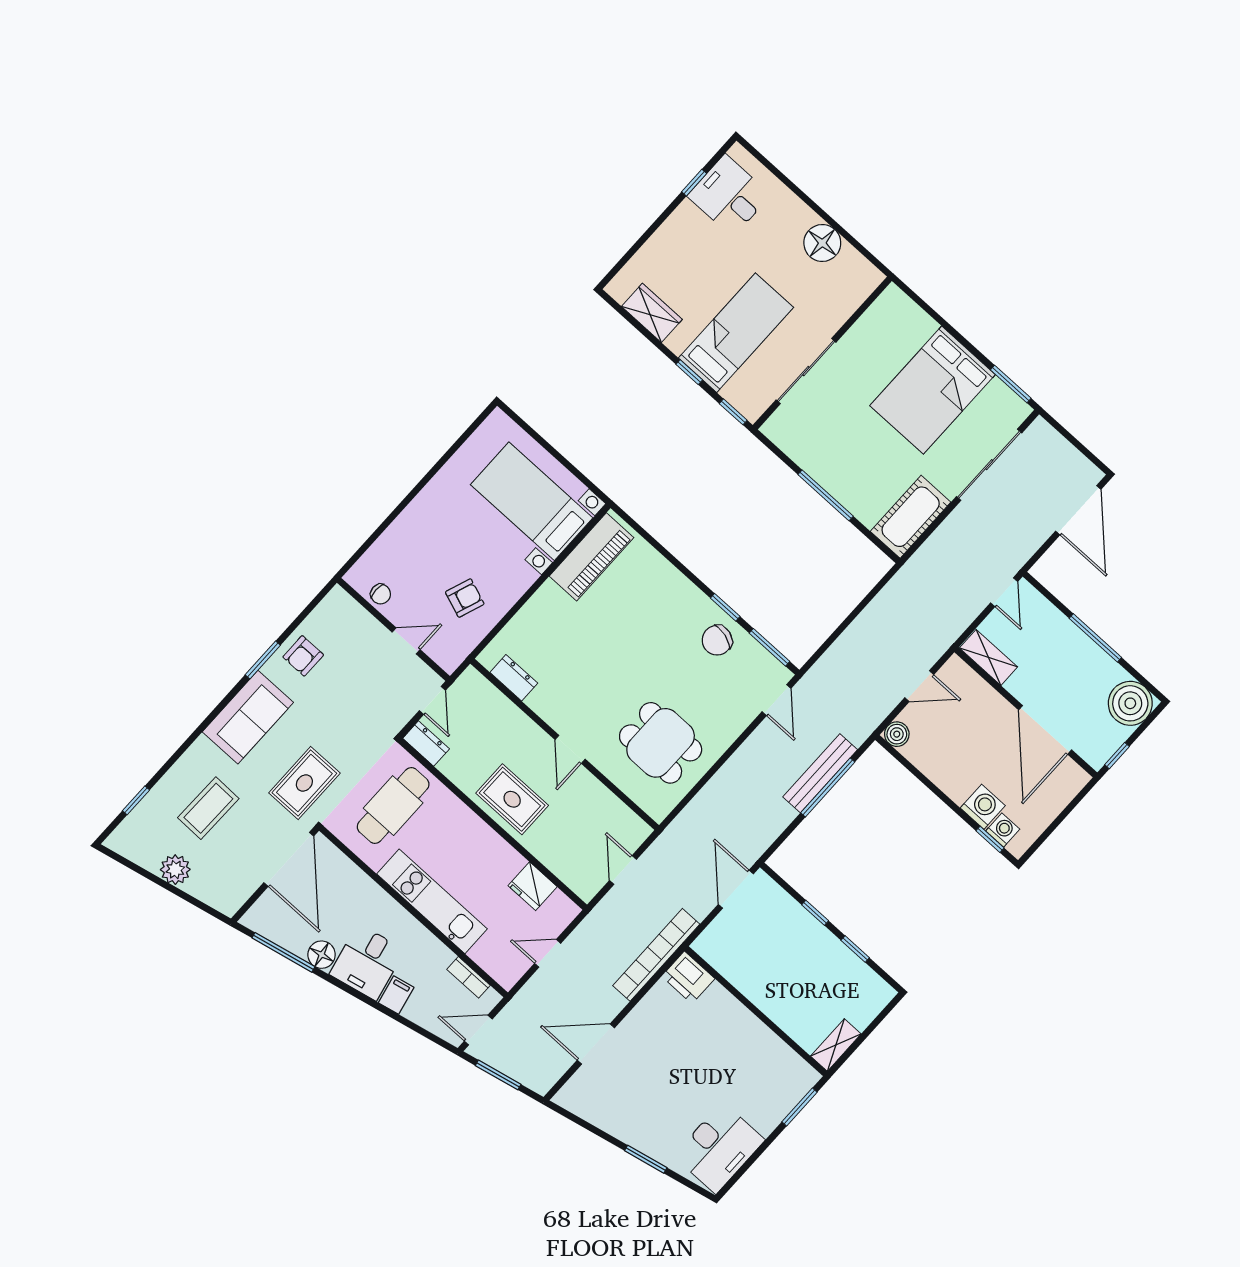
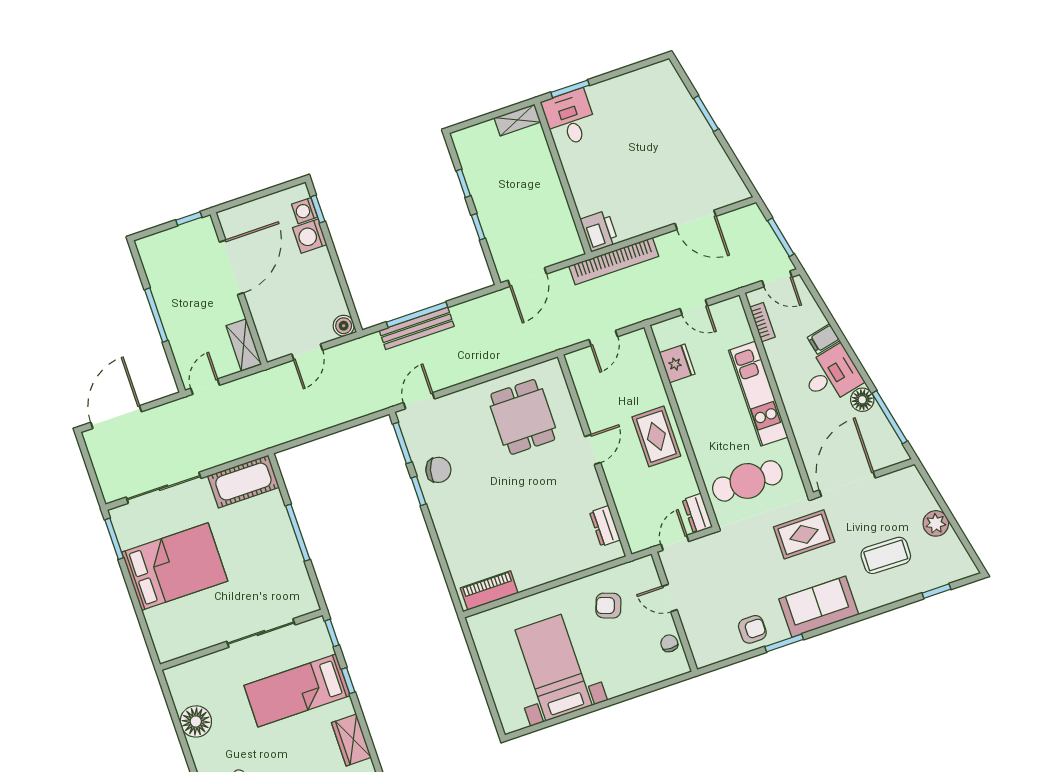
bed with nightstands: (532, 501) -> (554, 668), moved, turned 180
piano: (592, 557) -> (489, 590), width x0.73, depth x0.75
door: (919, 686) -> (307, 352), swing flipped
boiler: (1130, 703) -> (157, 252), removed
desk: (719, 1148) -> (570, 118), moved, width x0.73

